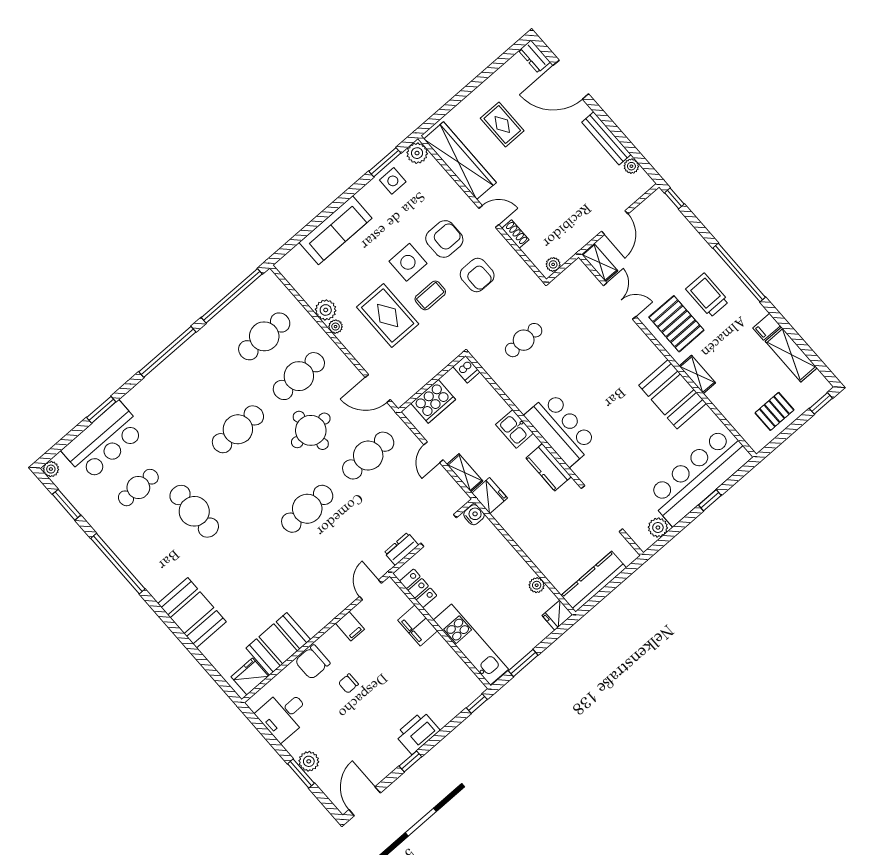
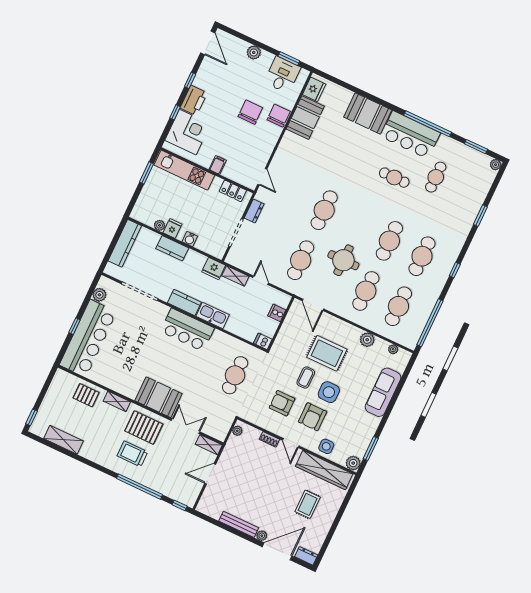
rug: (502, 125) -> (308, 504), turned 90
plant: (631, 166) -> (262, 536), moved
side table: (393, 181) -> (326, 446), moved
door: (489, 217) -> (291, 443), hinge flipped
door: (615, 223) -> (210, 474), hinge flipped
window: (739, 273) -> (139, 487), moved
trolley: (707, 295) -> (132, 454), turned 180
double door: (620, 301) -> (186, 426), swing flipped
plant: (336, 327) -> (393, 349), moved
filing cabinet: (767, 327) -> (87, 450), removed
cafe table: (524, 340) -> (235, 375), width x1.37, depth x1.35
window: (167, 352) -> (455, 270), width x0.32
door: (378, 388) -> (313, 305), swing flipped
cafe table: (203, 390) -> (422, 256), added
booth: (673, 394) -> (158, 397), moved
cooker: (433, 401) -> (277, 313), width x0.53, depth x0.76
pallet: (774, 411) -> (86, 395), moved, turned 90
kitchen sink: (515, 429) -> (213, 315), width x1.38
bar counter: (104, 441) -> (410, 135), moved, turned -90
cafe table: (194, 511) -> (394, 178), width x0.73, depth x0.74
water cooler: (474, 515) -> (190, 239), moved
kitchen counter: (533, 547) -> (172, 248), added
fridge: (557, 615) -> (173, 228), moved
filing cabinet: (350, 626) -> (265, 148), removed
filing cabinet: (418, 626) -> (218, 165), width x0.50
chair: (348, 684) -> (250, 112), width x1.87, depth x1.87
corner desk: (444, 694) -> (188, 132), added
window: (477, 704) -> (175, 112), moved
window: (301, 773) -> (289, 59), moved

